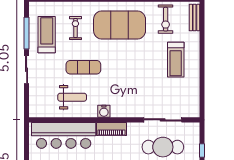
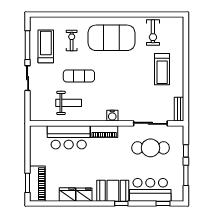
bench: (195, 18) -> (179, 109), moved
water cooler: (104, 111) -> (112, 116), moved
bar counter: (64, 135) -> (69, 137), width x0.73

